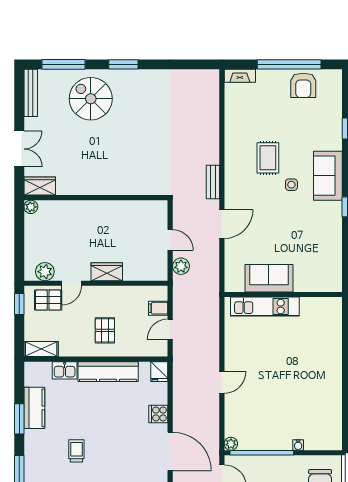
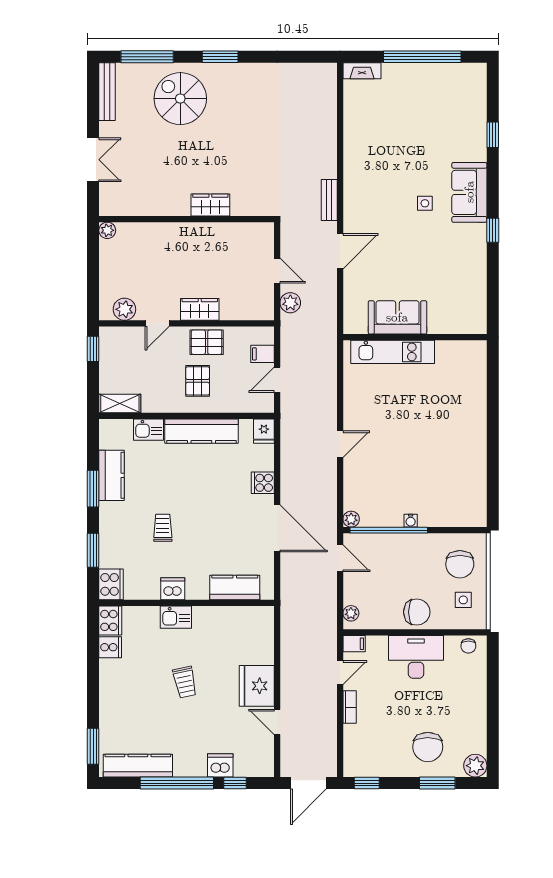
armchair: (303, 85) -> (439, 82), removed
rug: (268, 158) -> (396, 171), removed
wardrobe: (40, 186) -> (210, 205), moved
pallet: (48, 300) -> (207, 342), moved
water cooler: (298, 445) -> (411, 521), moved

